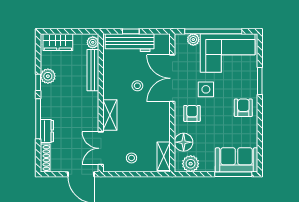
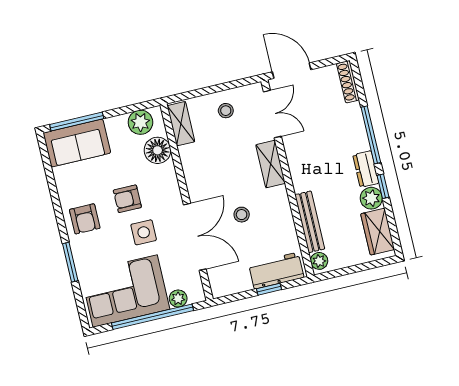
wardrobe: (58, 42) -> (378, 232), moved, turned -90
workbench: (130, 43) -> (276, 271), width x0.73
armchair: (192, 113) -> (127, 199), moved, turned 90
dresser: (47, 131) -> (366, 169), moved

